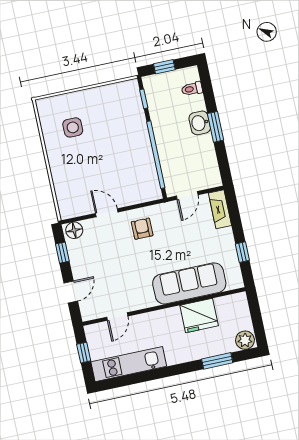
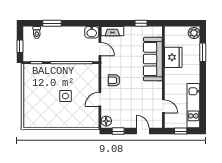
washbasin: (200, 123) -> (92, 32), moved
side table: (73, 127) -> (65, 96), moved
window: (216, 127) -> (52, 23), moved

